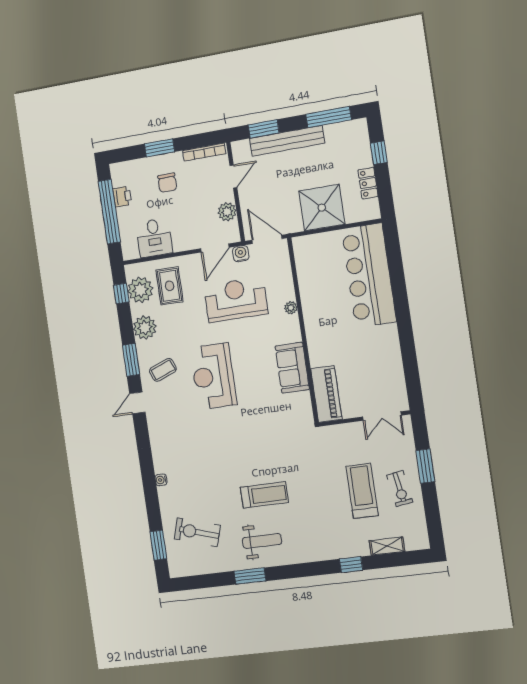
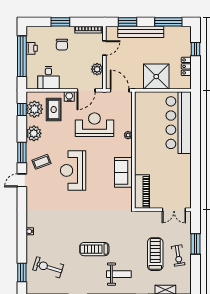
water cooler: (241, 254) -> (69, 97), moved
treadmill: (264, 495) -> (94, 249), turned 180
weight bench: (262, 541) -> (119, 274), moved

